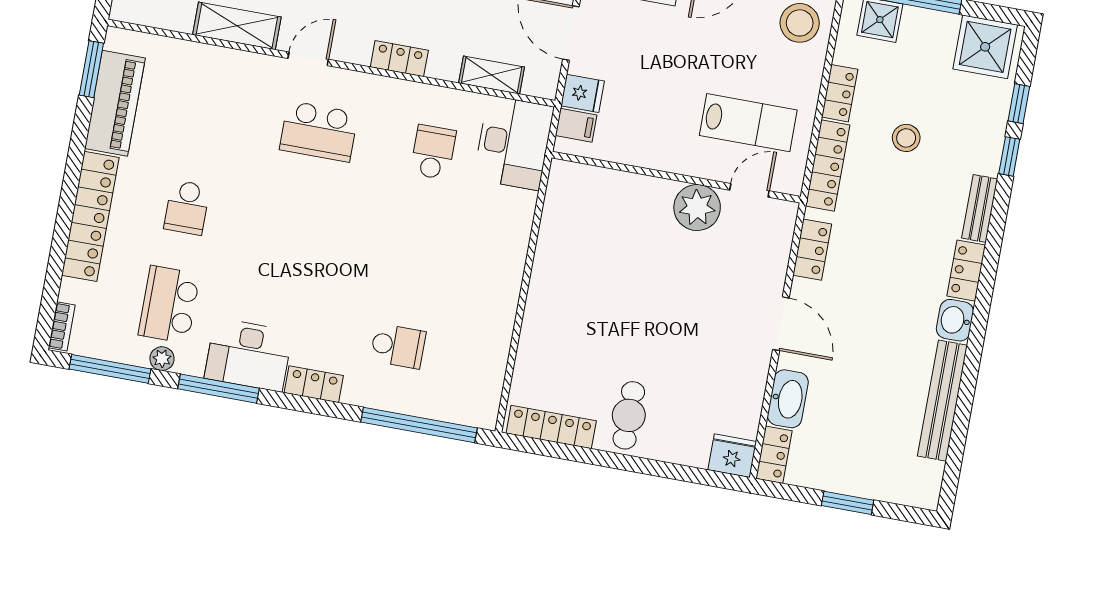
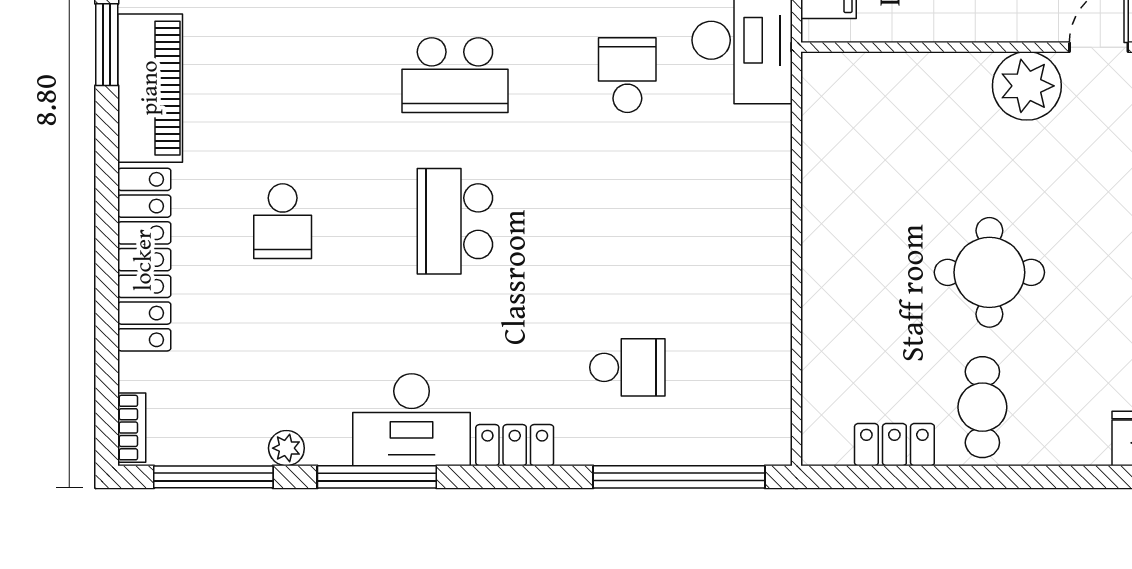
school desk: (169, 305) -> (455, 221), moved
round table: (650, 327) -> (989, 272), added
locker: (551, 427) -> (894, 445), width x0.66

